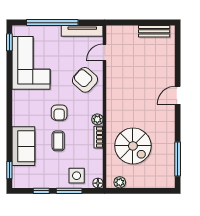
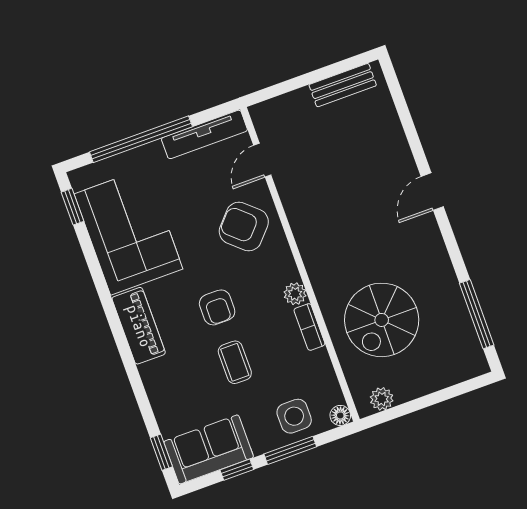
piano: (20, 108) -> (139, 326), added
sofa: (23, 146) -> (209, 449), moved, turned -90
spiral stairs: (133, 146) -> (382, 320), turned 90

